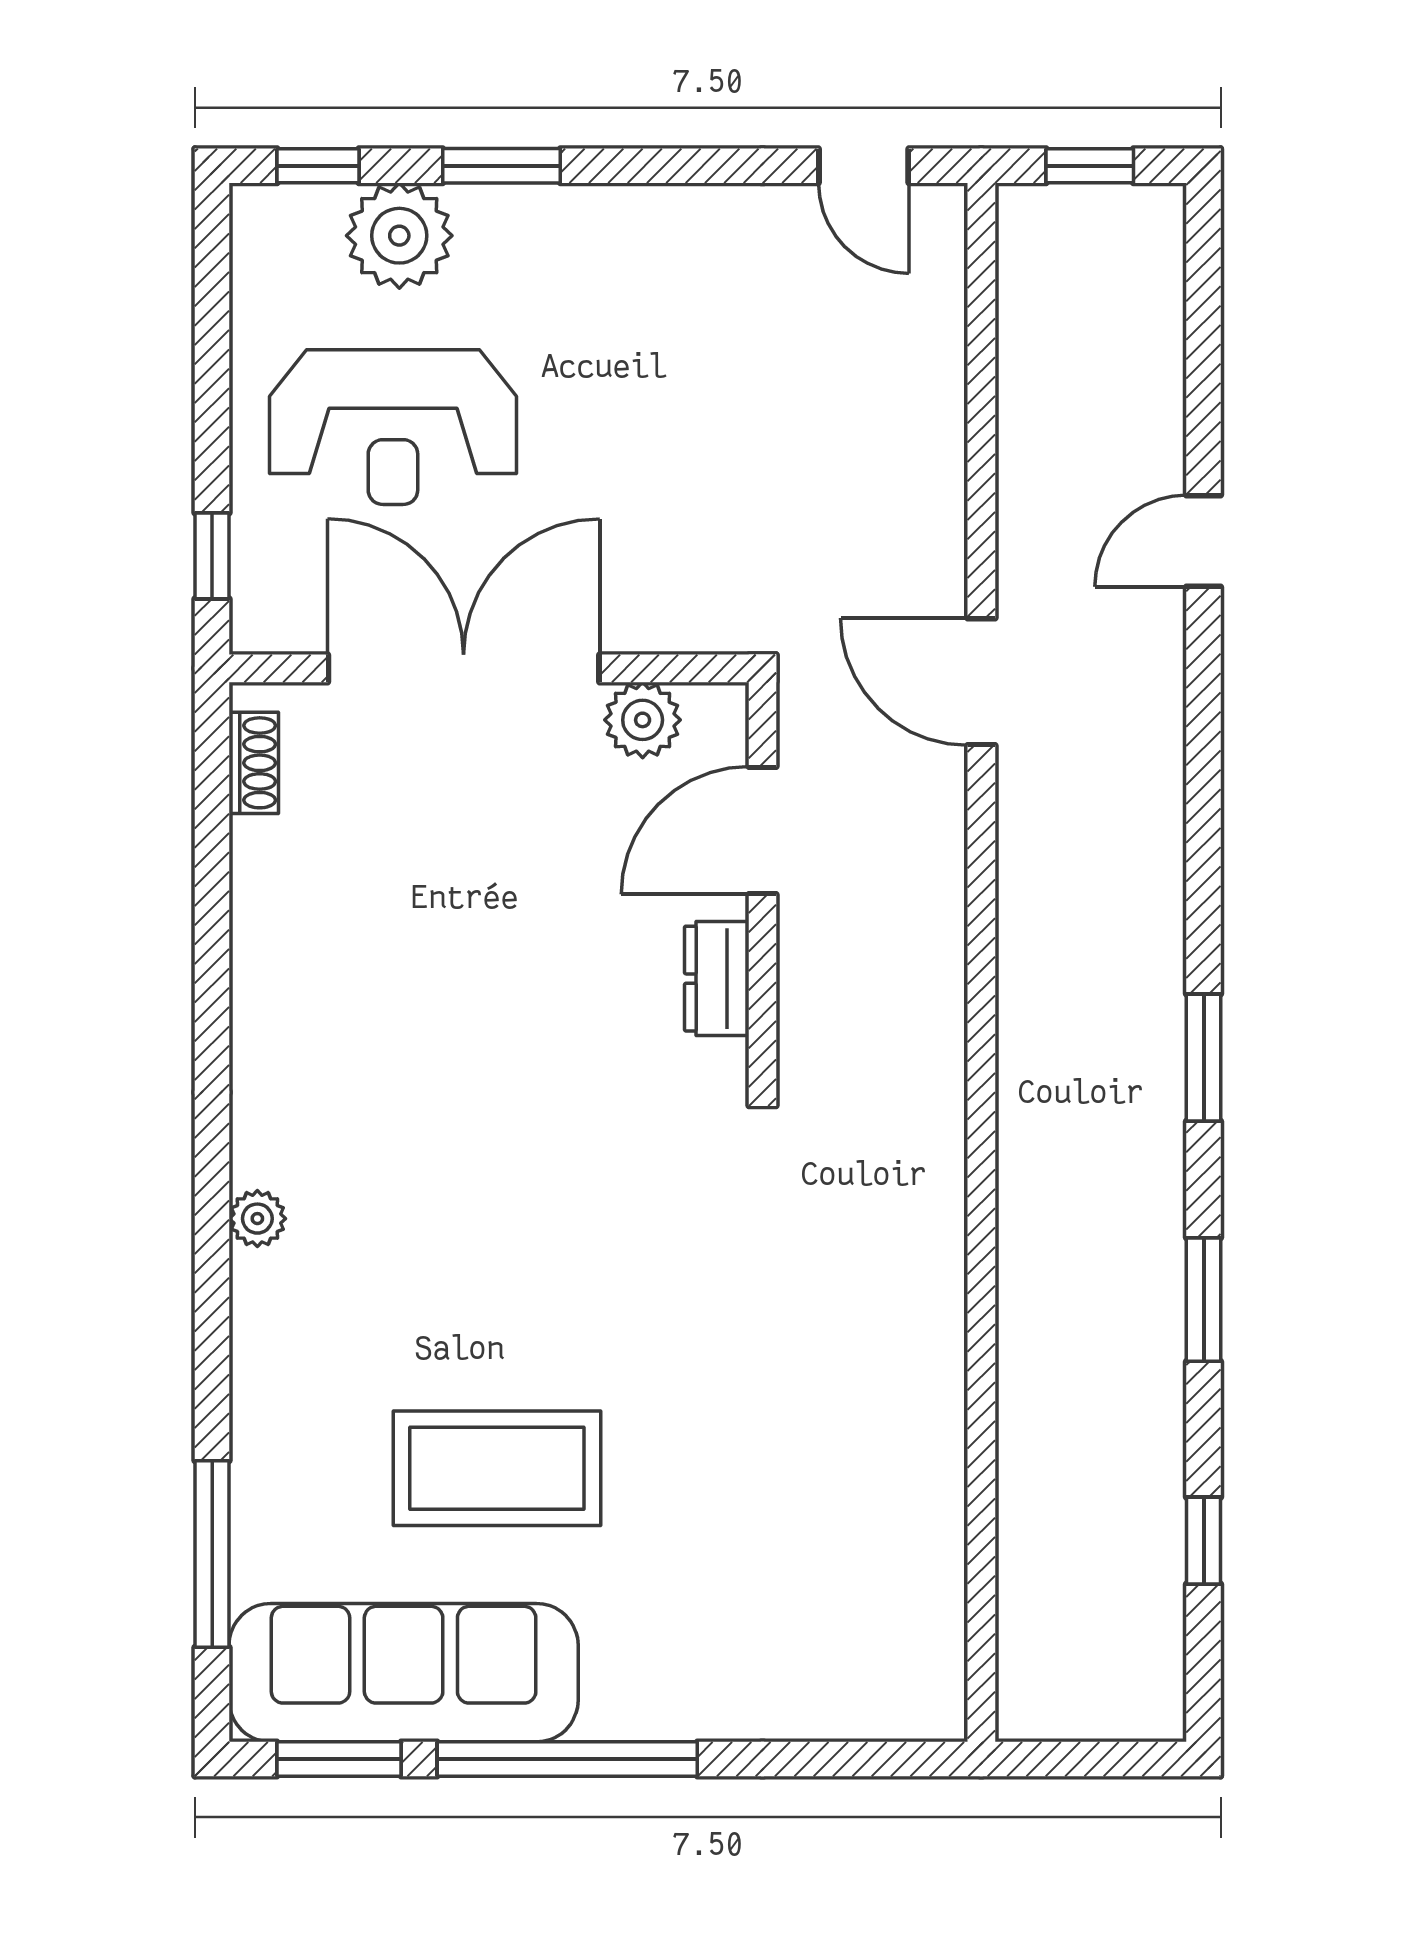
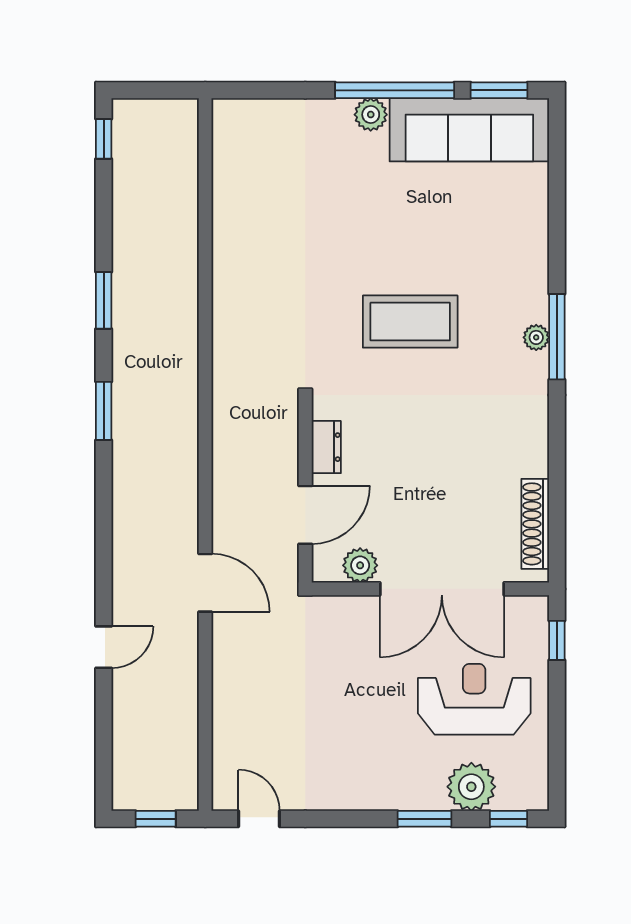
shoe rack: (254, 763) -> (535, 524), width x1.94, depth x1.24
coffee table: (497, 1468) -> (410, 322), moved
window: (1204, 1541) -> (104, 139), moved
window: (212, 1554) -> (557, 337), moved
plant: (619, 1706) -> (371, 115), added

